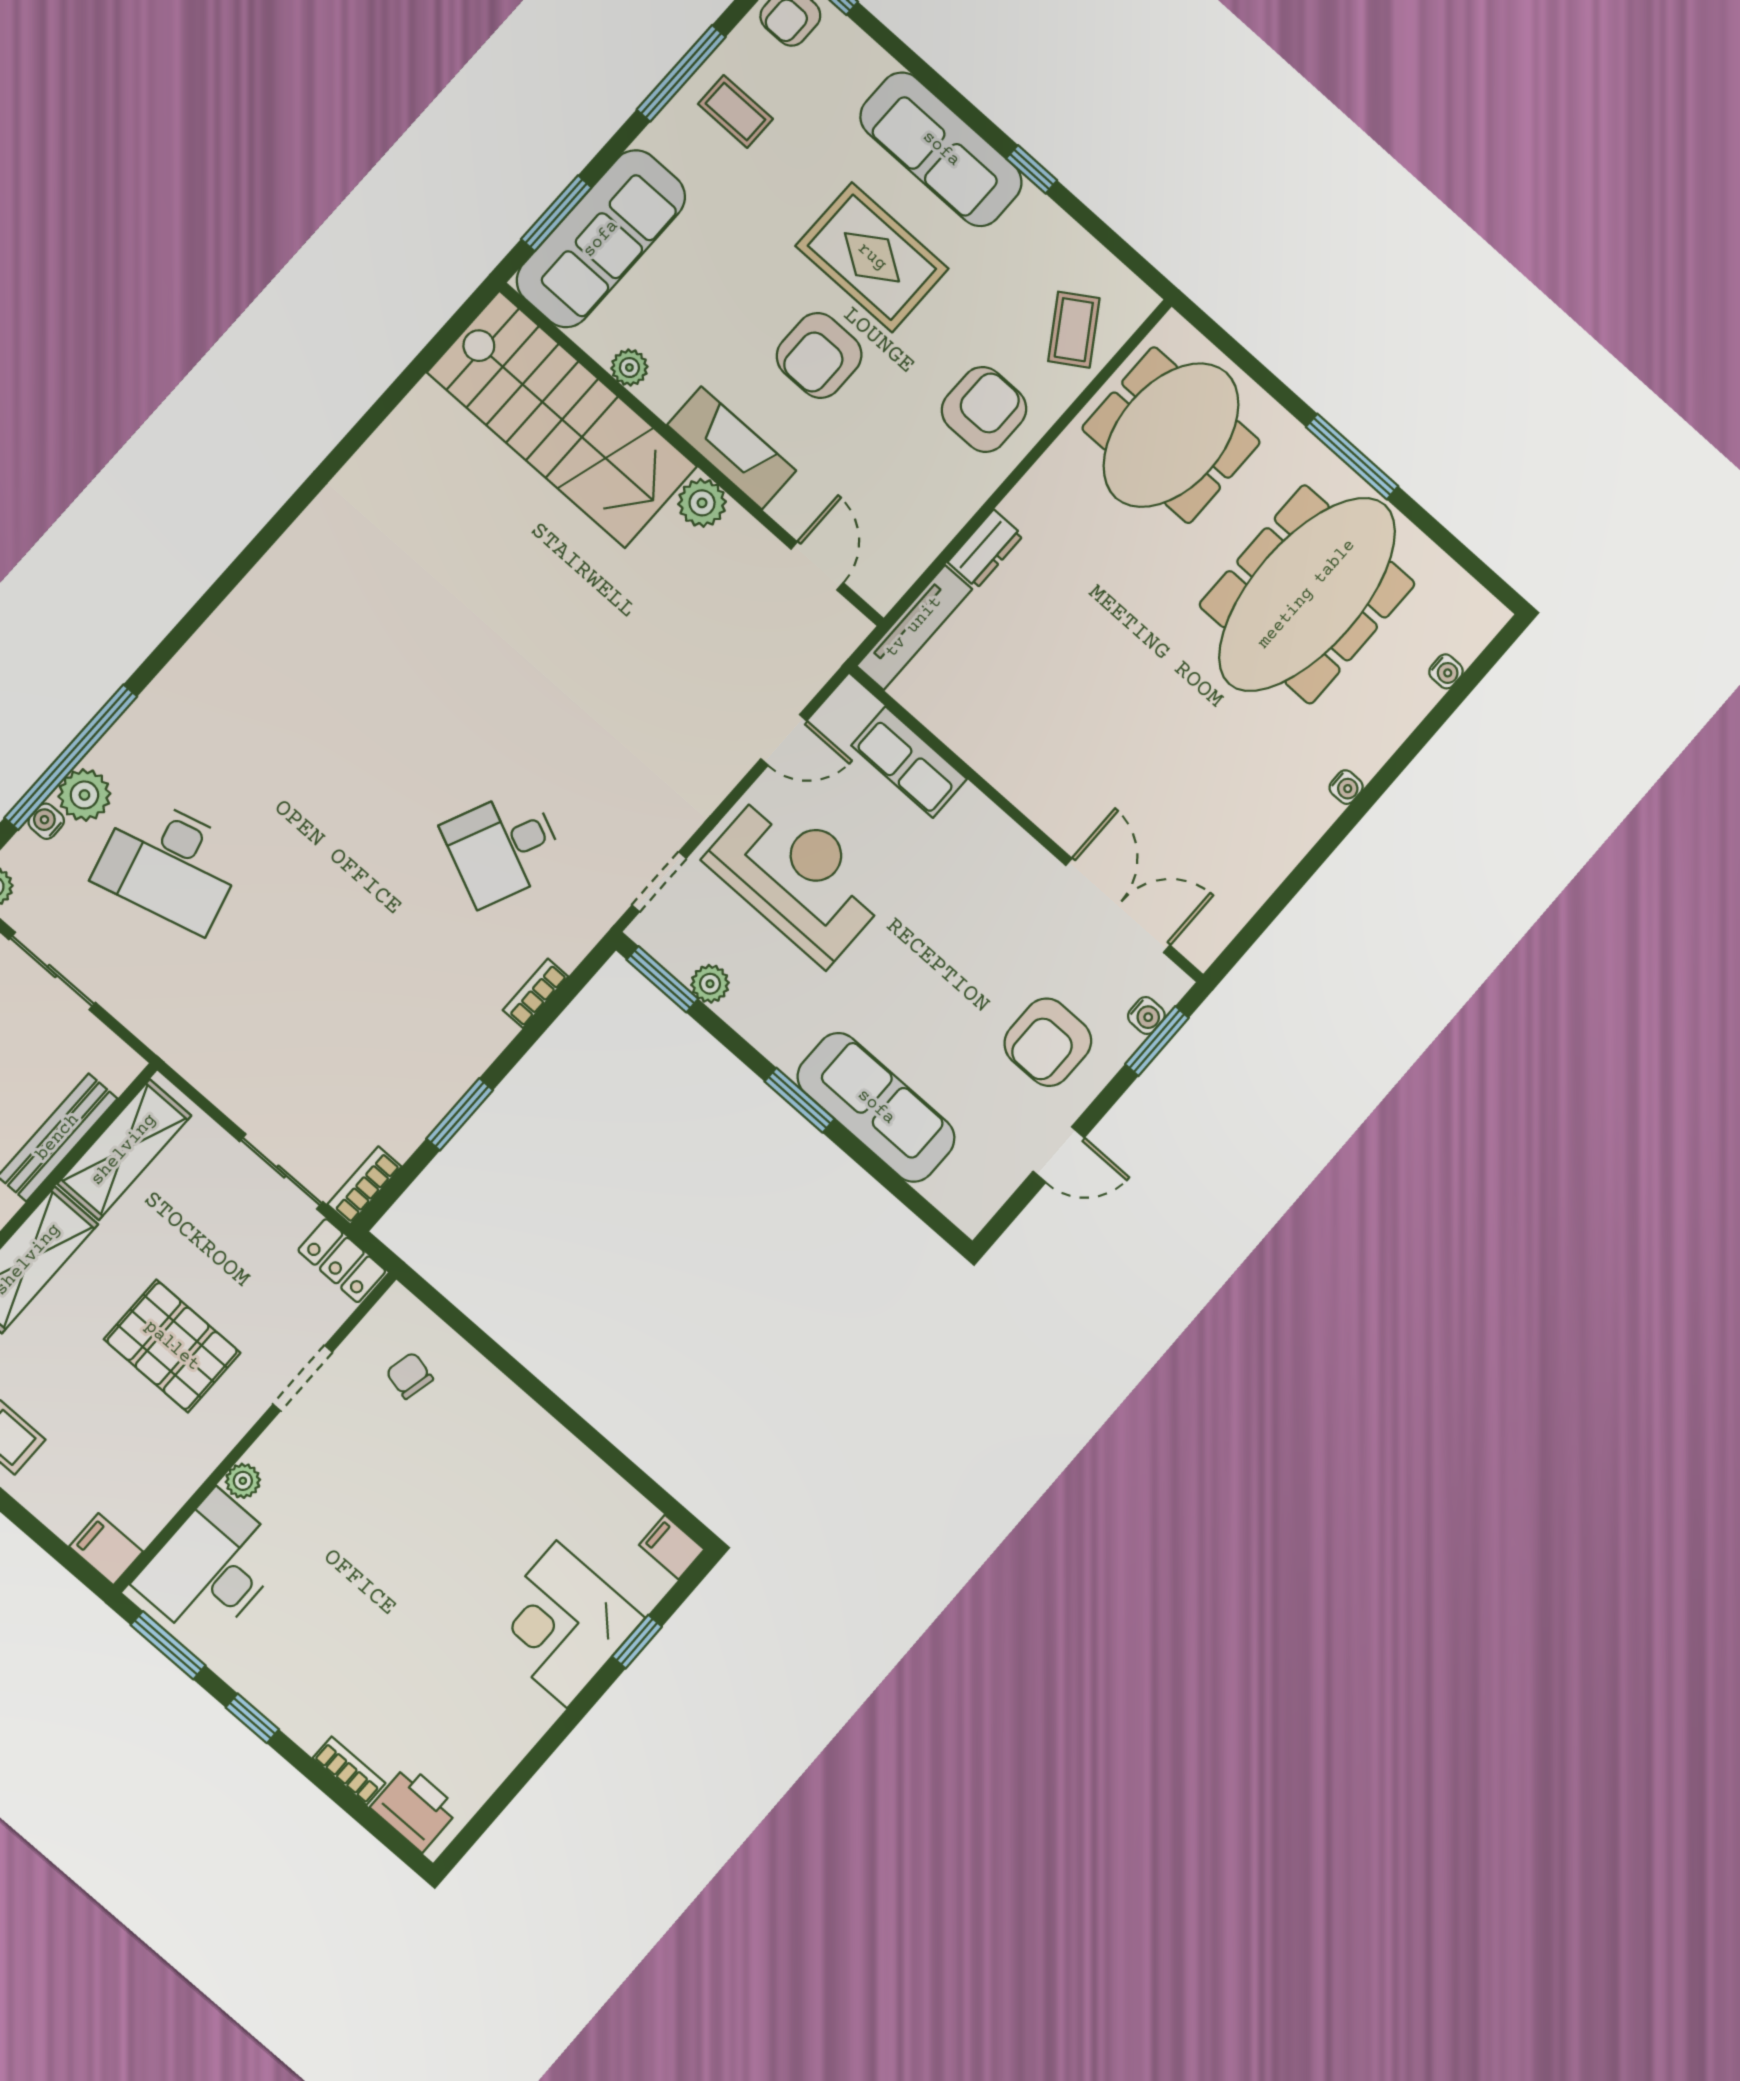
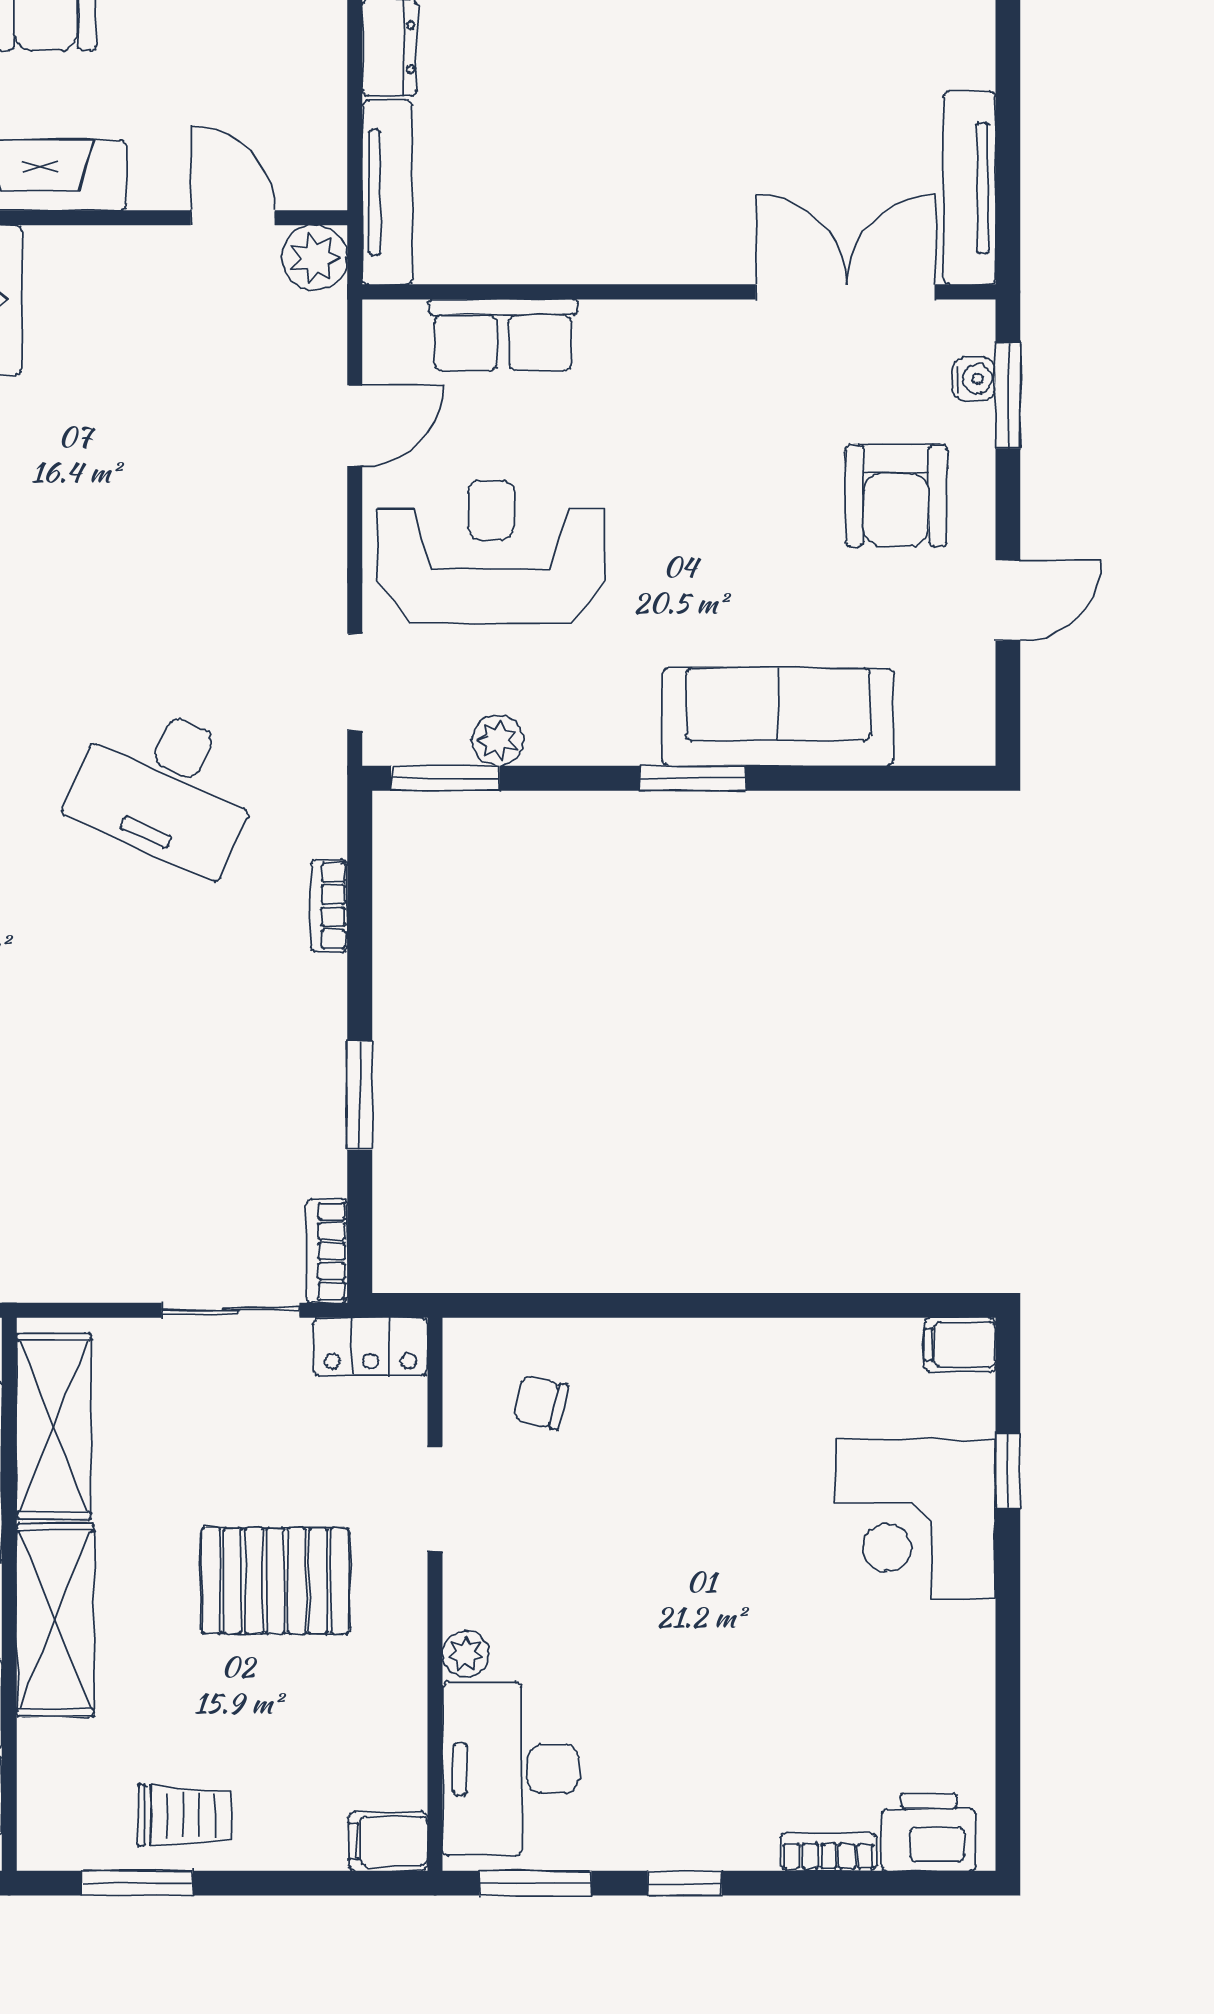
plant: (702, 503) -> (315, 258), moved
desk: (503, 847) -> (166, 786), width x1.37
tv unit: (1235, 908) -> (969, 188), added

